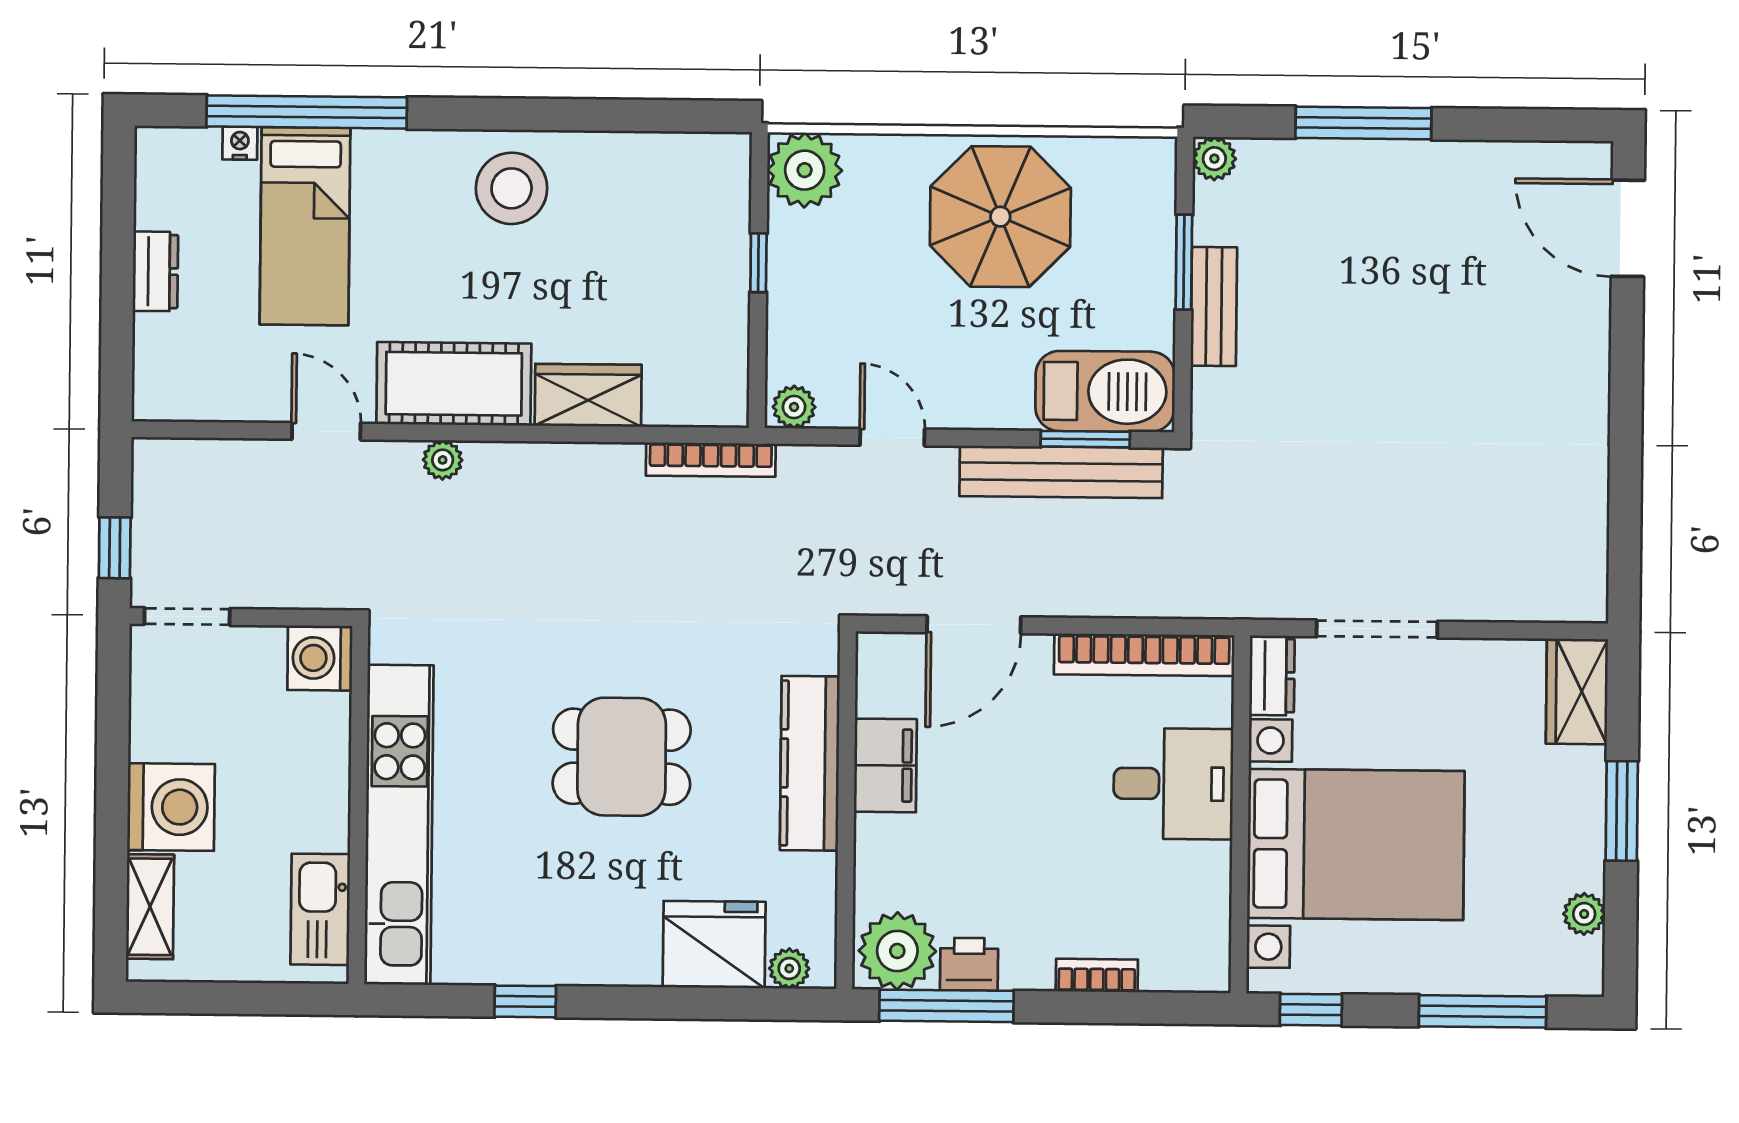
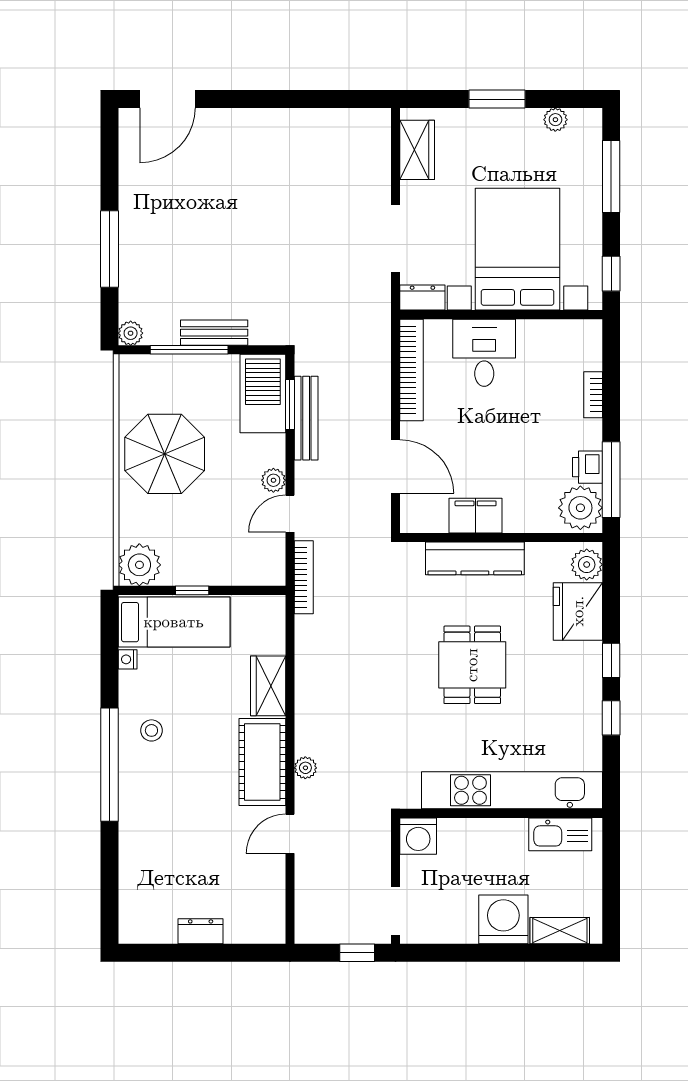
window: (307, 112) -> (110, 765), moved
nightstand: (240, 143) -> (128, 659), moved
stool: (512, 188) -> (151, 730), width x0.53, depth x0.53
bed: (305, 226) -> (174, 622), moved
window: (1184, 262) -> (189, 350), width x1.44
plant: (794, 407) -> (273, 480), moved
bookcase: (711, 460) -> (304, 577), moved
bench: (1061, 472) -> (306, 418), width x0.73, depth x0.82
wardrobe: (1577, 691) -> (417, 150), moved, turned -90
plant: (789, 968) -> (587, 565), width x1.38, depth x1.38
window: (627, 1002) -> (611, 660), added

